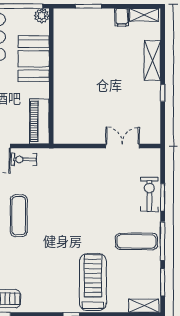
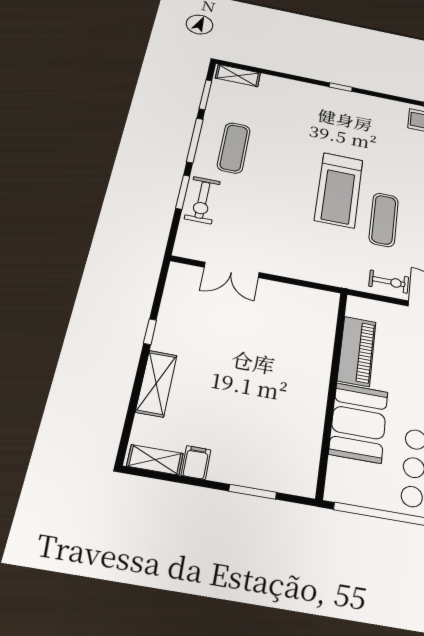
plant: (42, 16) -> (337, 490), removed
piano: (39, 121) -> (357, 351), moved
exercise mat: (19, 216) -> (384, 220), moved
exercise mat: (136, 241) -> (234, 148), turned 90
treadmill: (93, 282) -> (339, 190), moved

